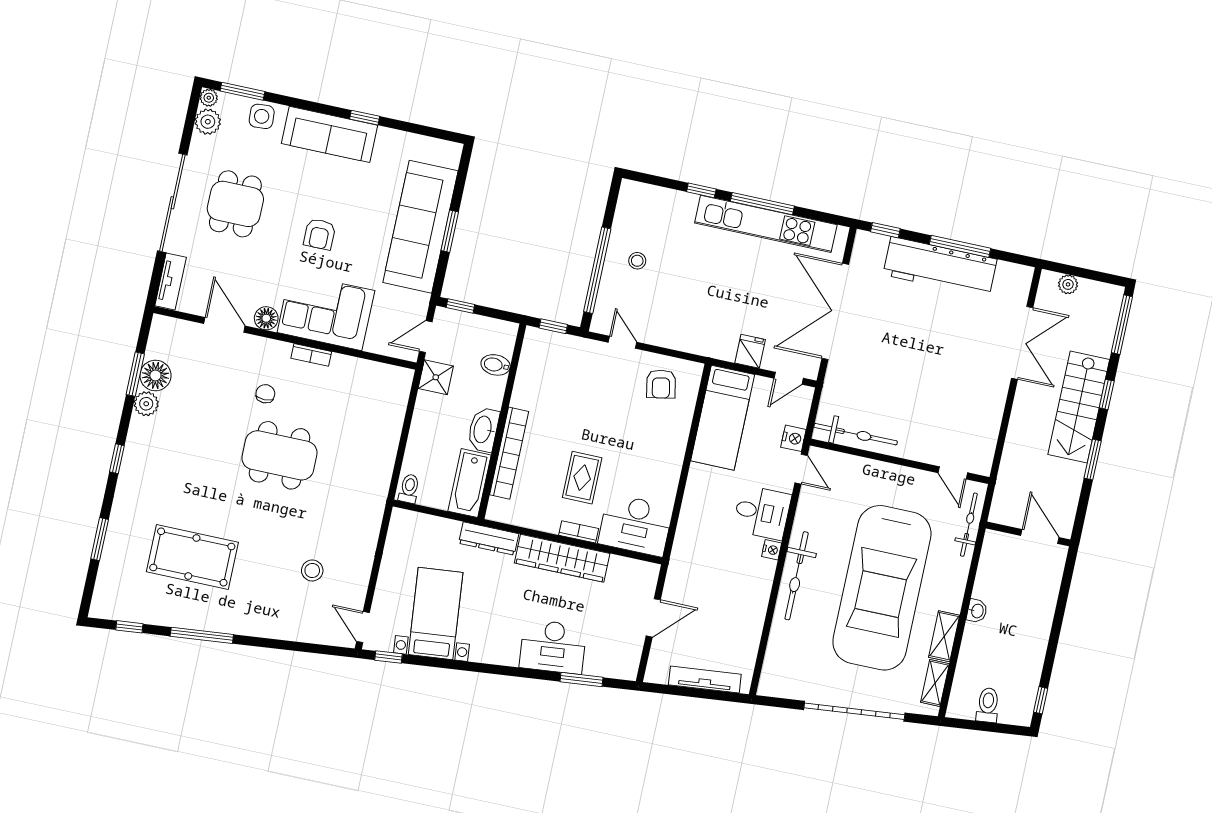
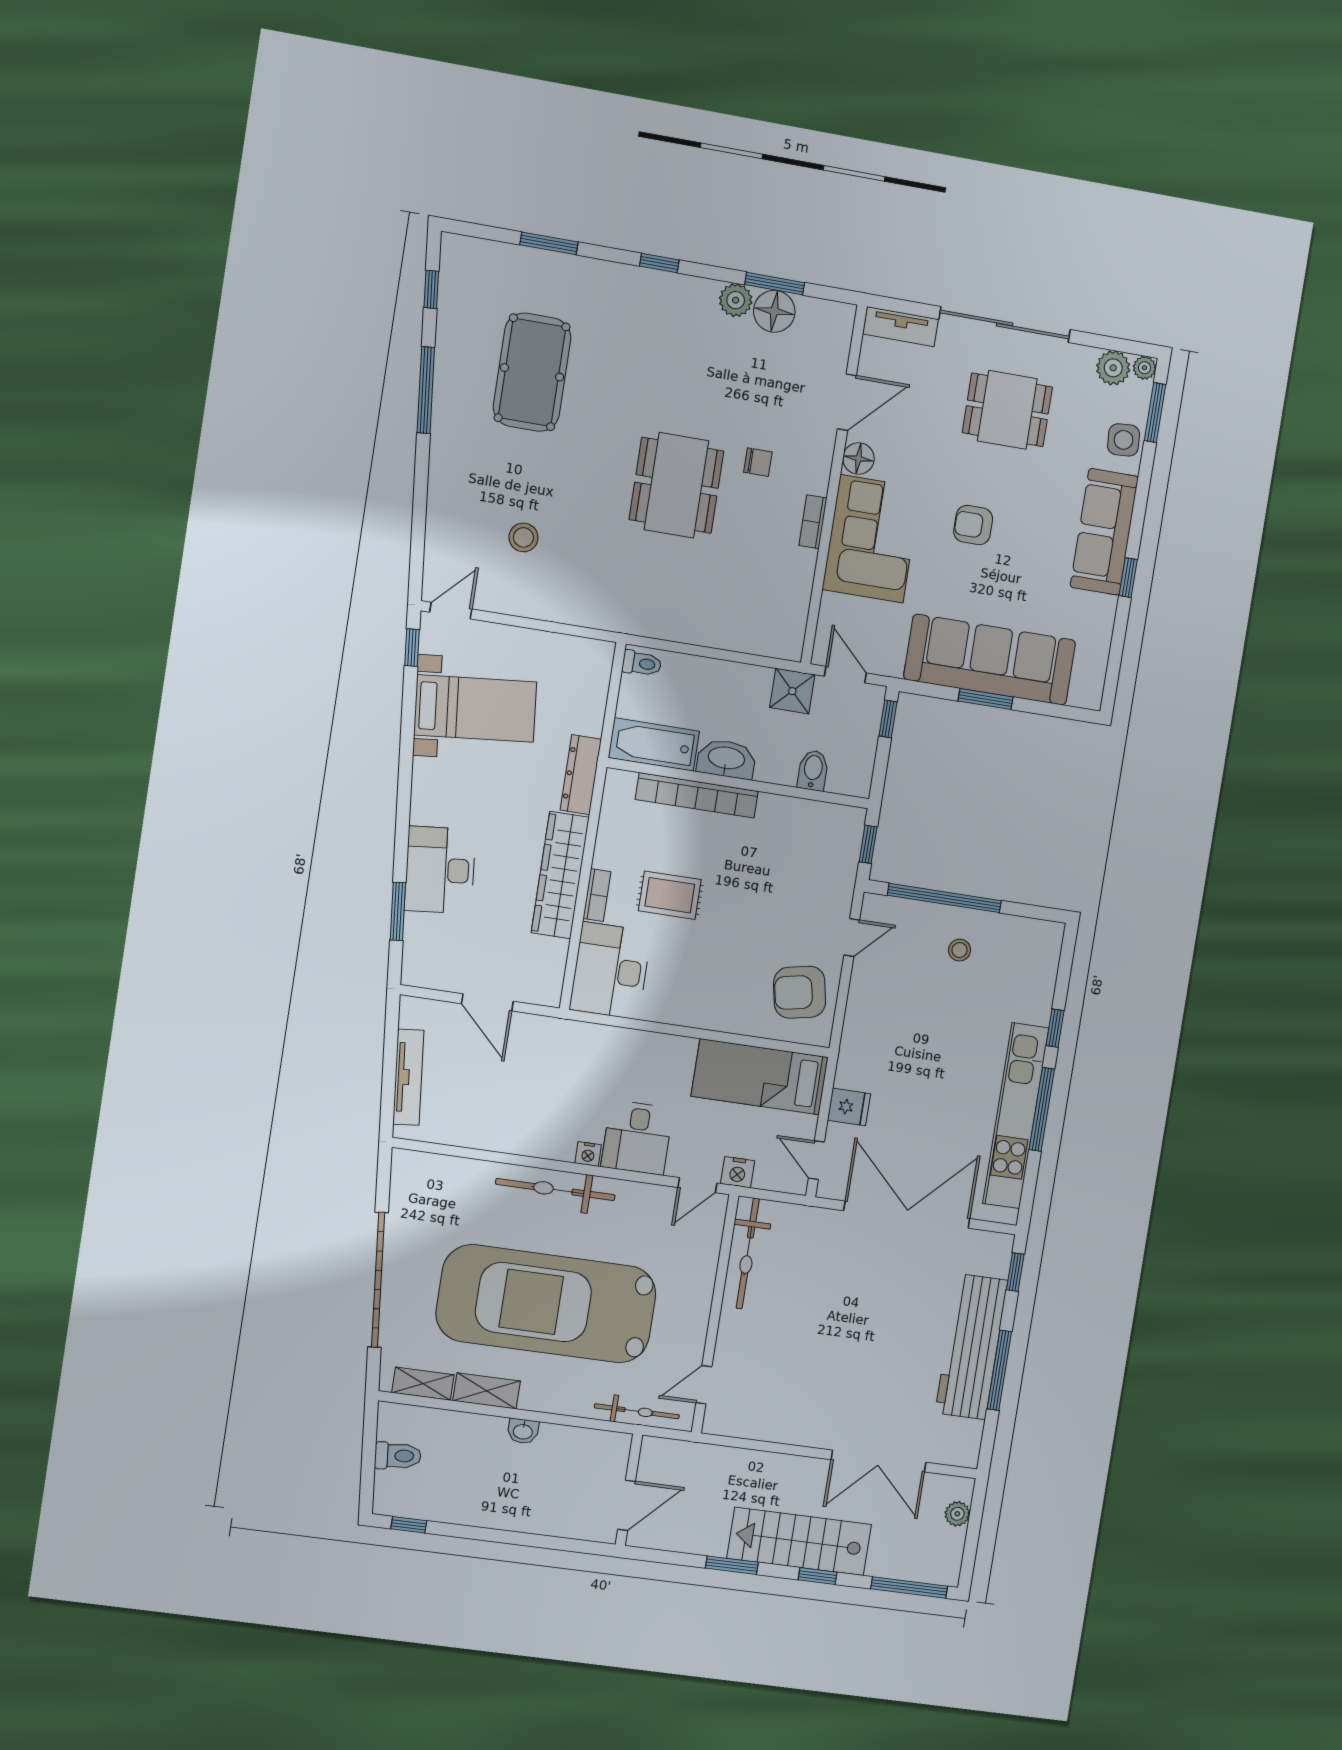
armchair: (661, 384) -> (800, 992), width x1.38, depth x1.38

